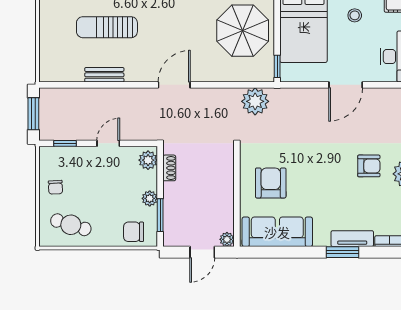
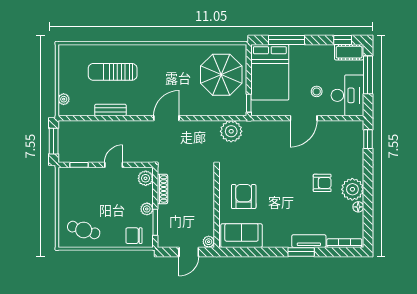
stool: (355, 15) -> (317, 91), moved
plant: (46, 61) -> (64, 99), added
shoe rack: (169, 168) -> (162, 189), width x1.43
chair: (55, 187) -> (71, 200), removed
sofa: (277, 232) -> (241, 236), width x0.73

